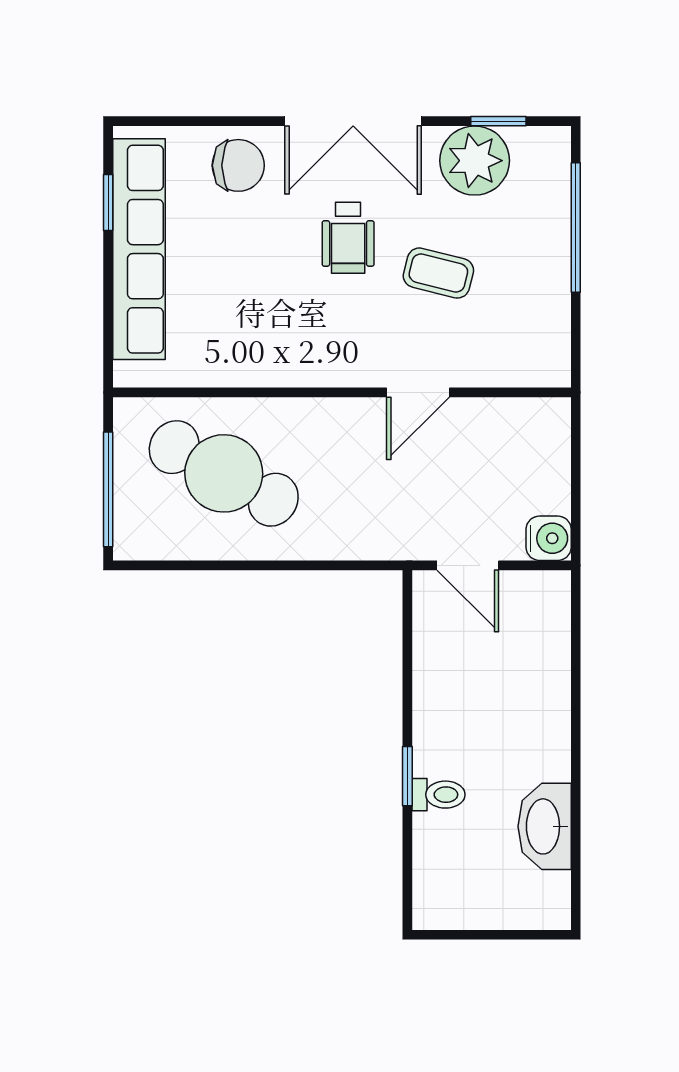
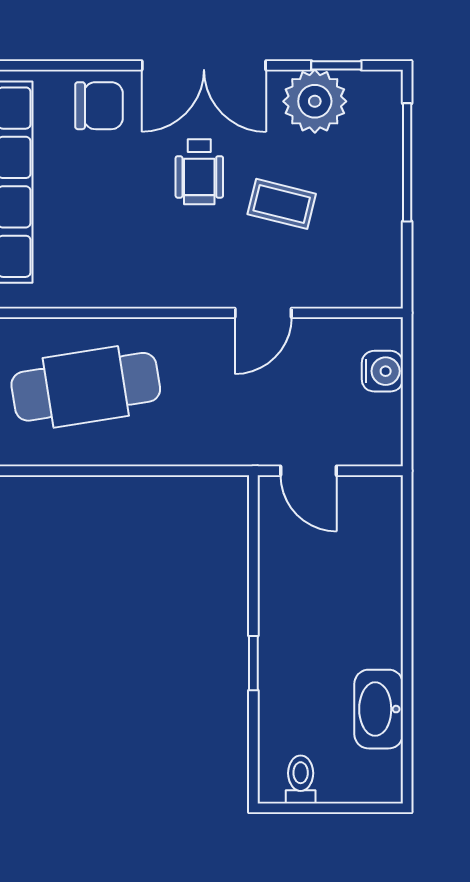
cafe table: (224, 473) -> (86, 387), turned -37
water cooler: (549, 538) -> (382, 371), moved
toilet: (439, 795) -> (301, 779), moved, turned -90

